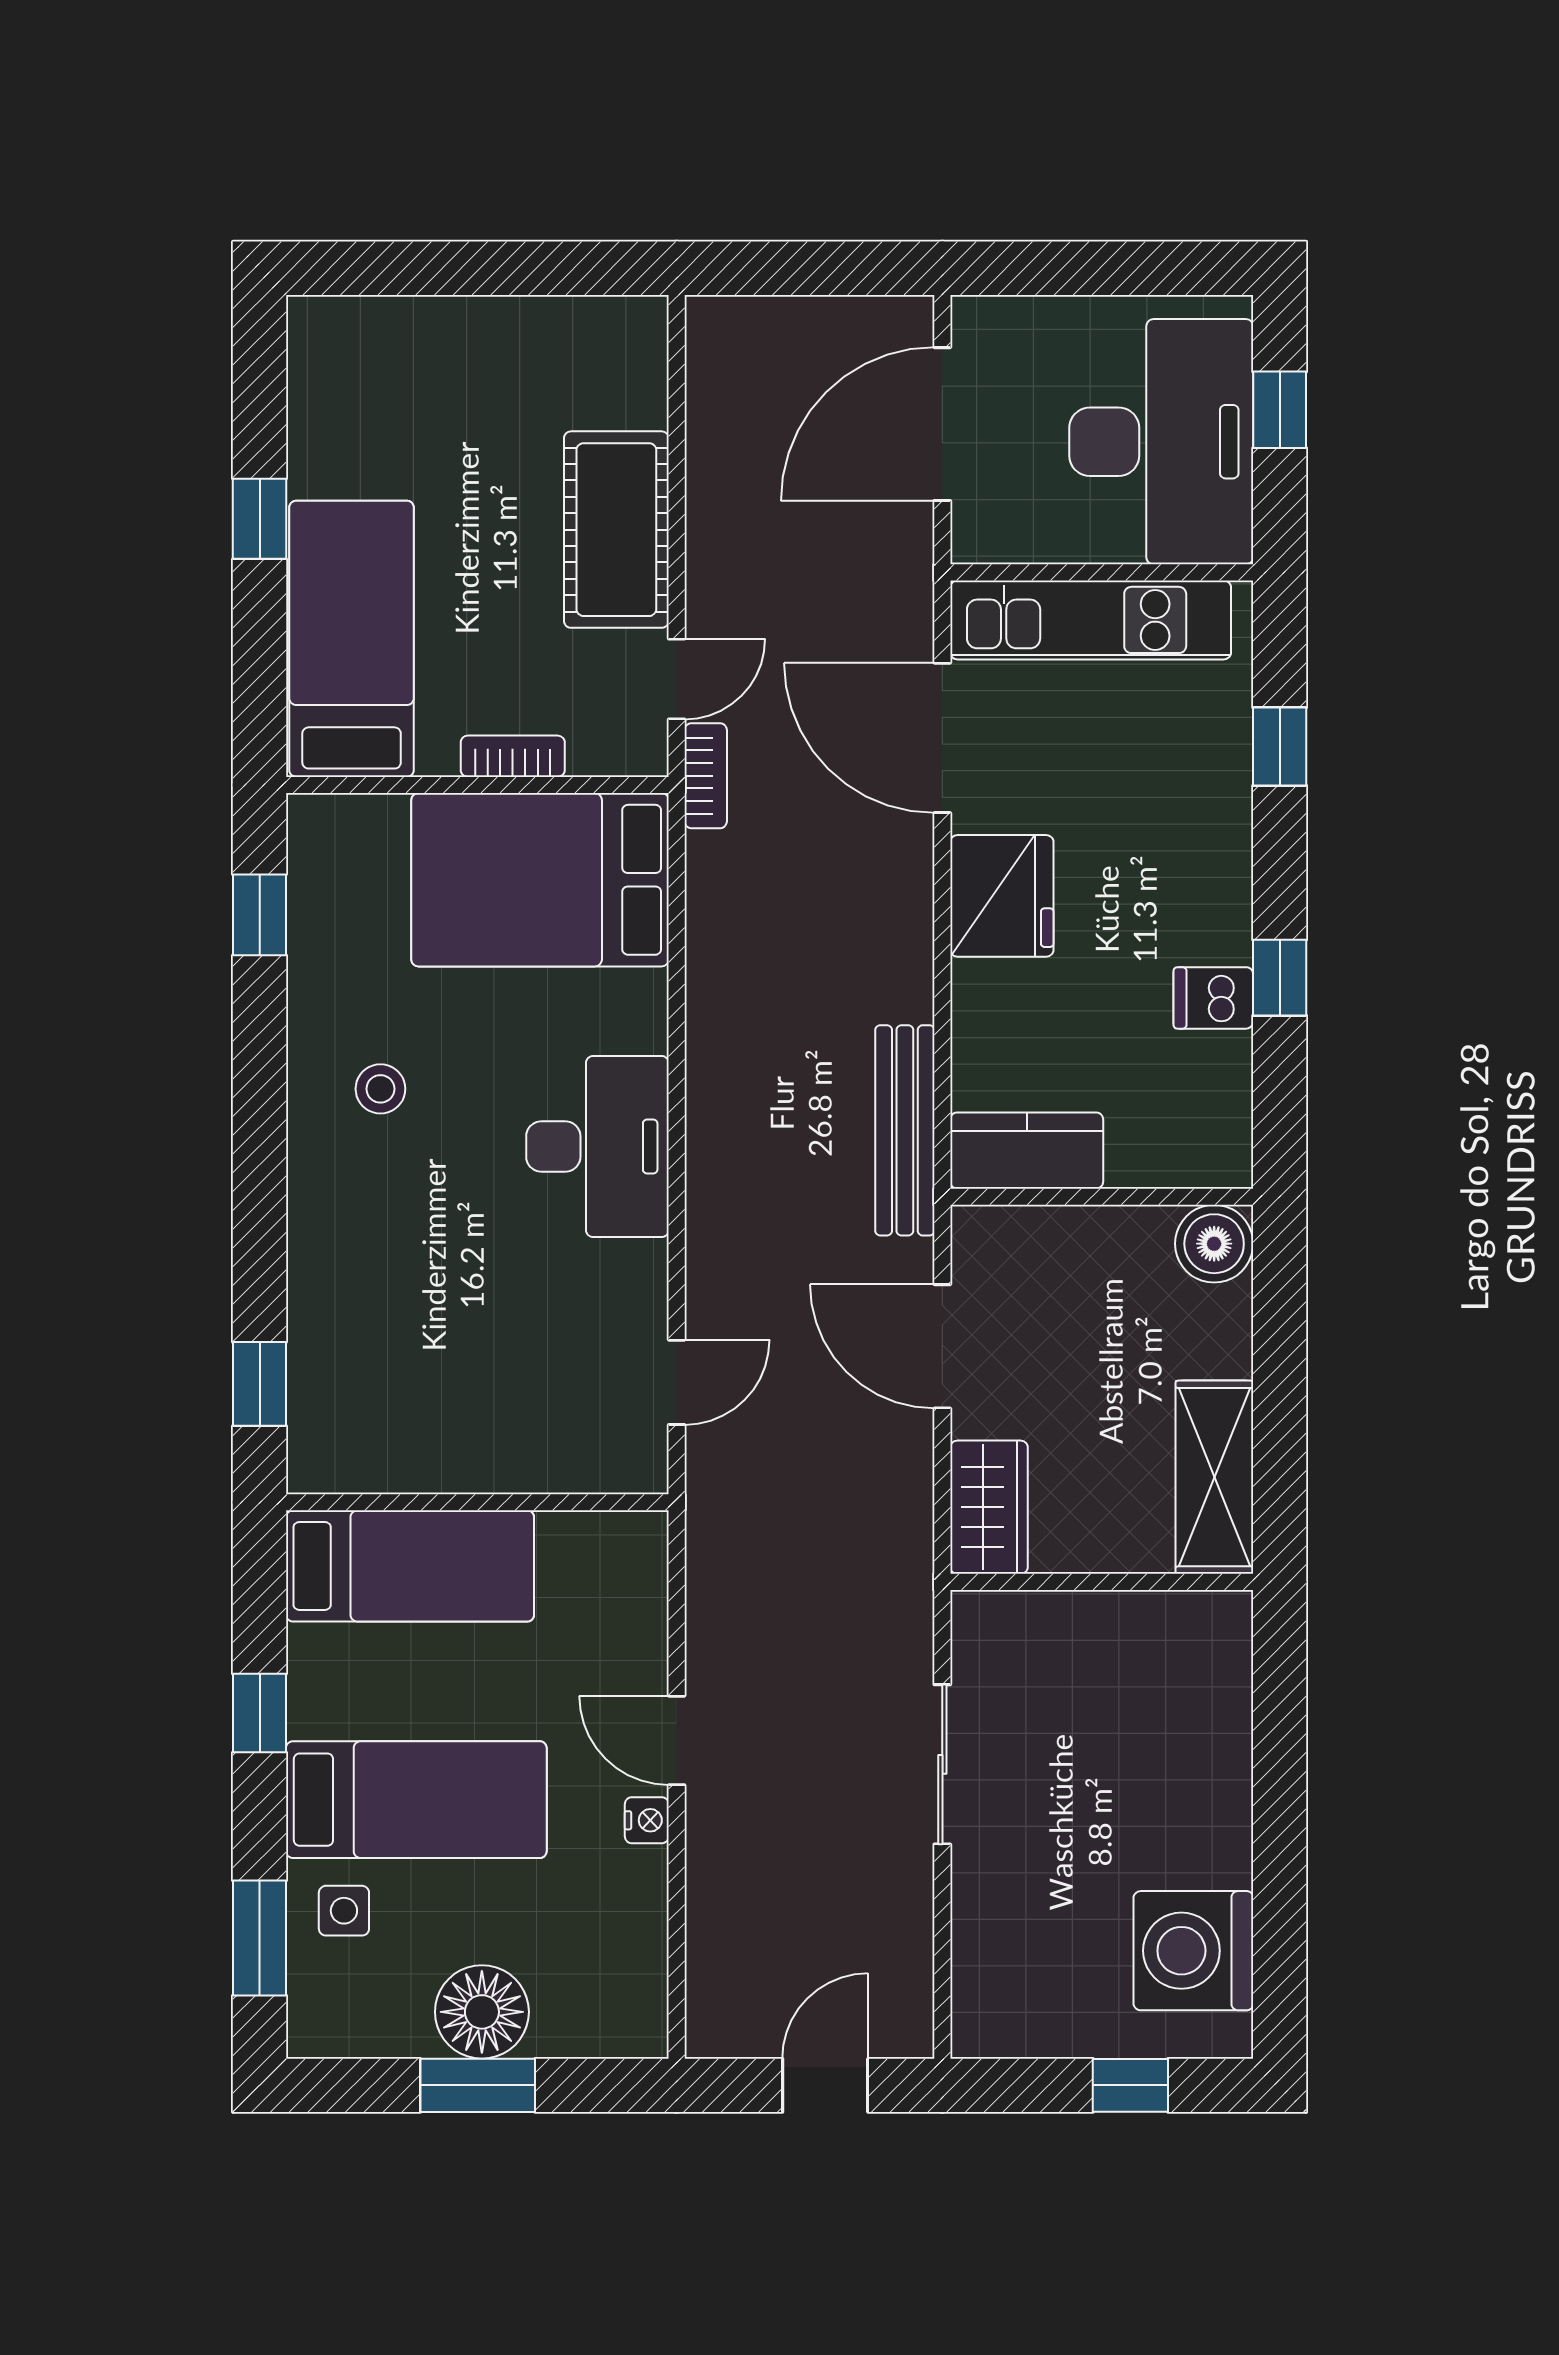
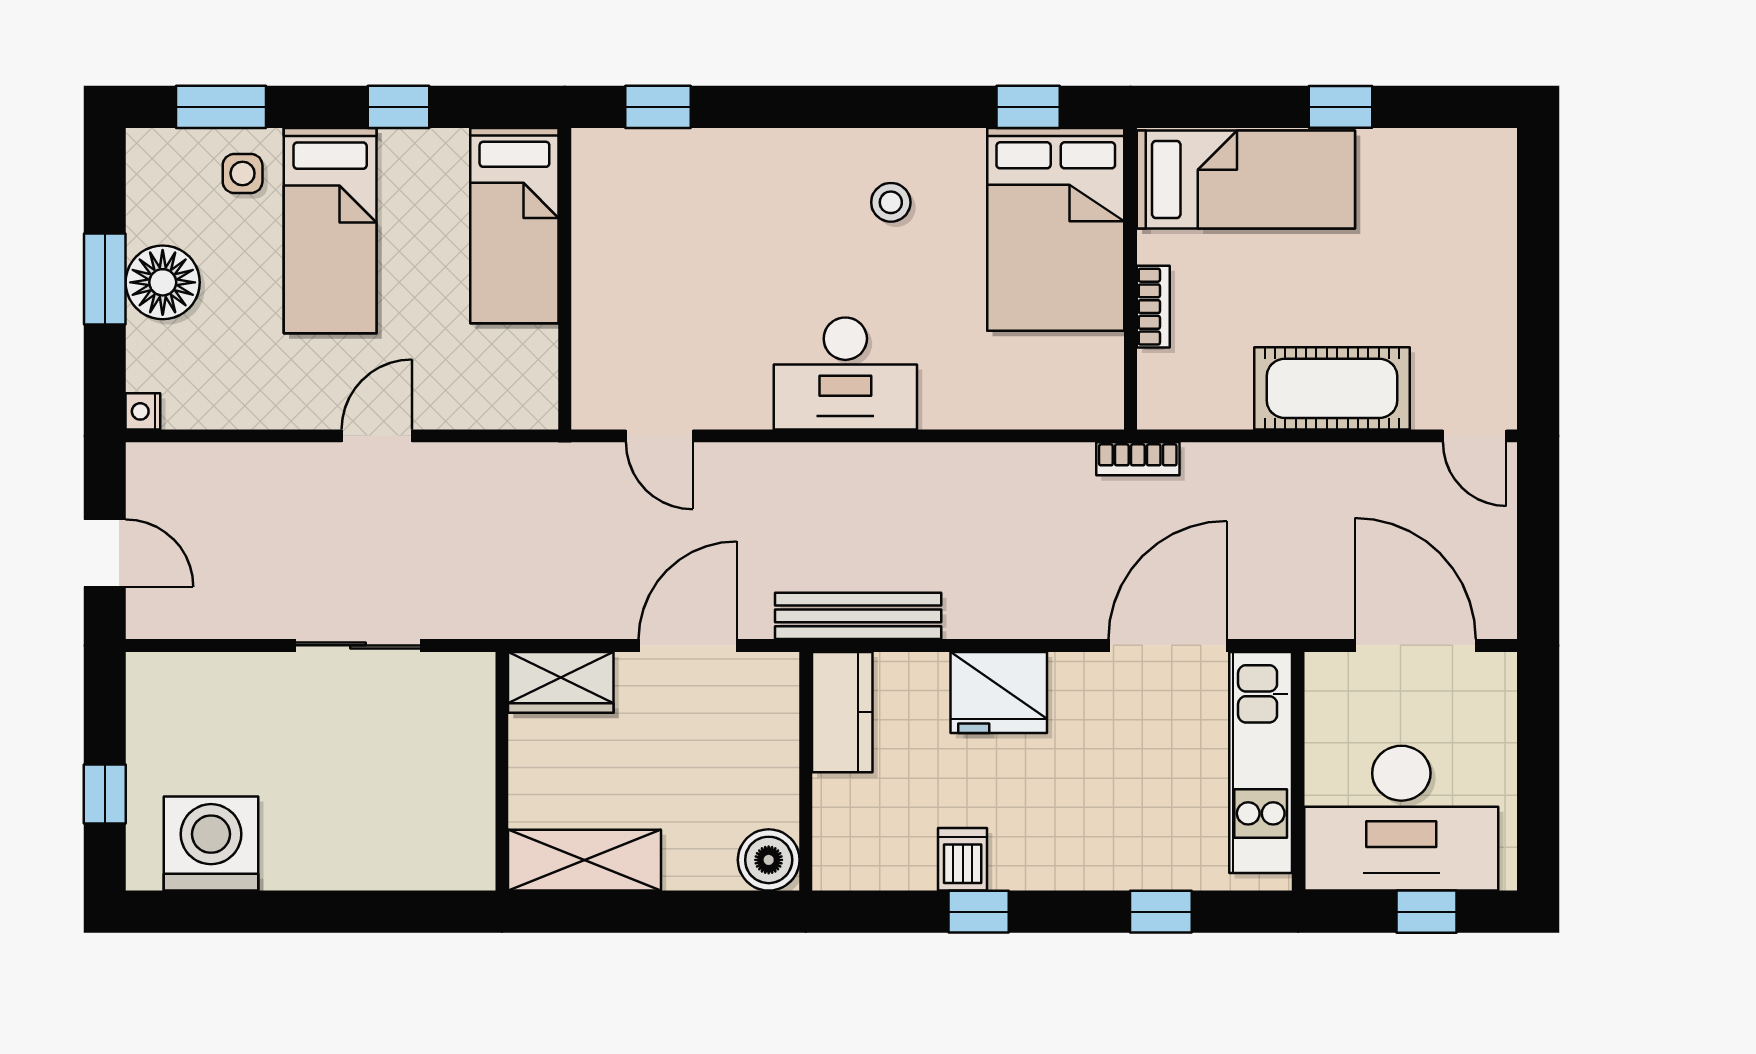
door: (677, 679) -> (1475, 436), moved
bed: (540, 880) -> (1056, 229), moved, turned 180
fridge: (1002, 896) -> (999, 692), moved
nightstand: (647, 1820) -> (143, 411), moved, turned 90

